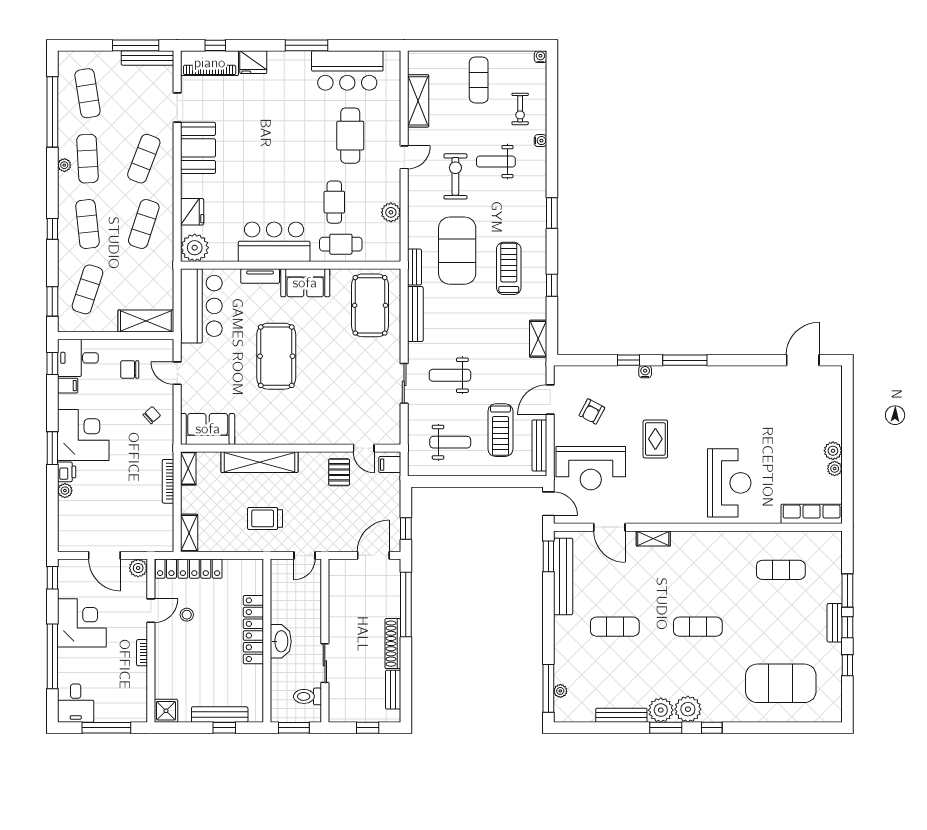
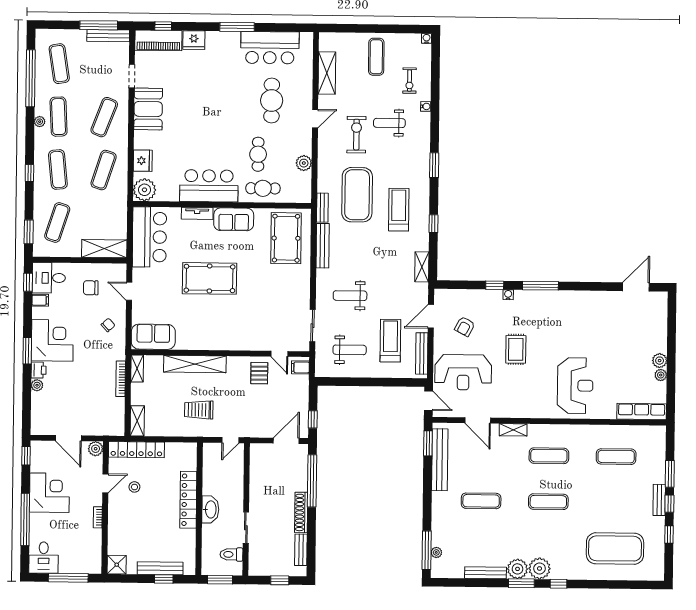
pool table: (276, 356) -> (210, 278), turned 90
sliding door: (404, 383) -> (313, 326), moved
treadmill: (500, 430) -> (390, 341), turned 180
exercise mat: (698, 570) -> (549, 456), added

